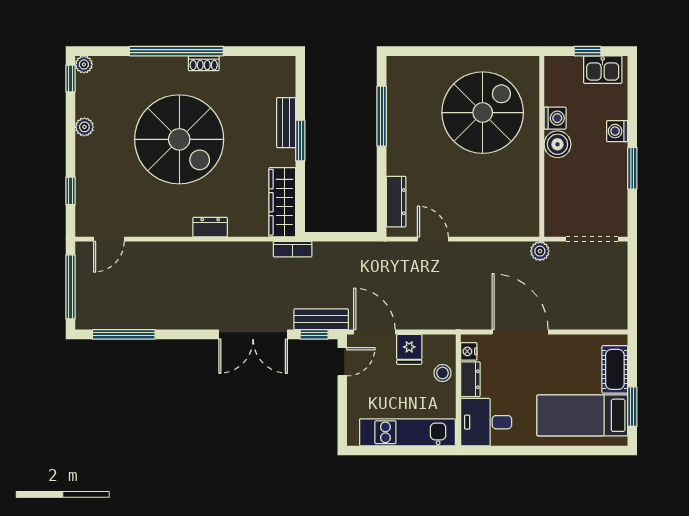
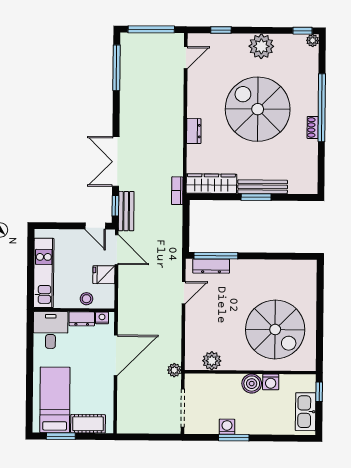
window: (588, 51) -> (319, 392), moved
kitchen sink: (603, 70) -> (306, 412), width x1.38
window: (382, 116) -> (216, 256), moved
bench: (286, 123) -> (263, 187), width x1.36
plant: (84, 127) -> (261, 46), width x1.87, depth x1.87
washing machine: (617, 131) -> (227, 427), moved
spiral stairs: (179, 139) -> (258, 109), turned 90
plant: (527, 200) -> (212, 361), added
door: (109, 239) -> (186, 58), swing flipped
door: (374, 332) -> (117, 250), hinge flipped

